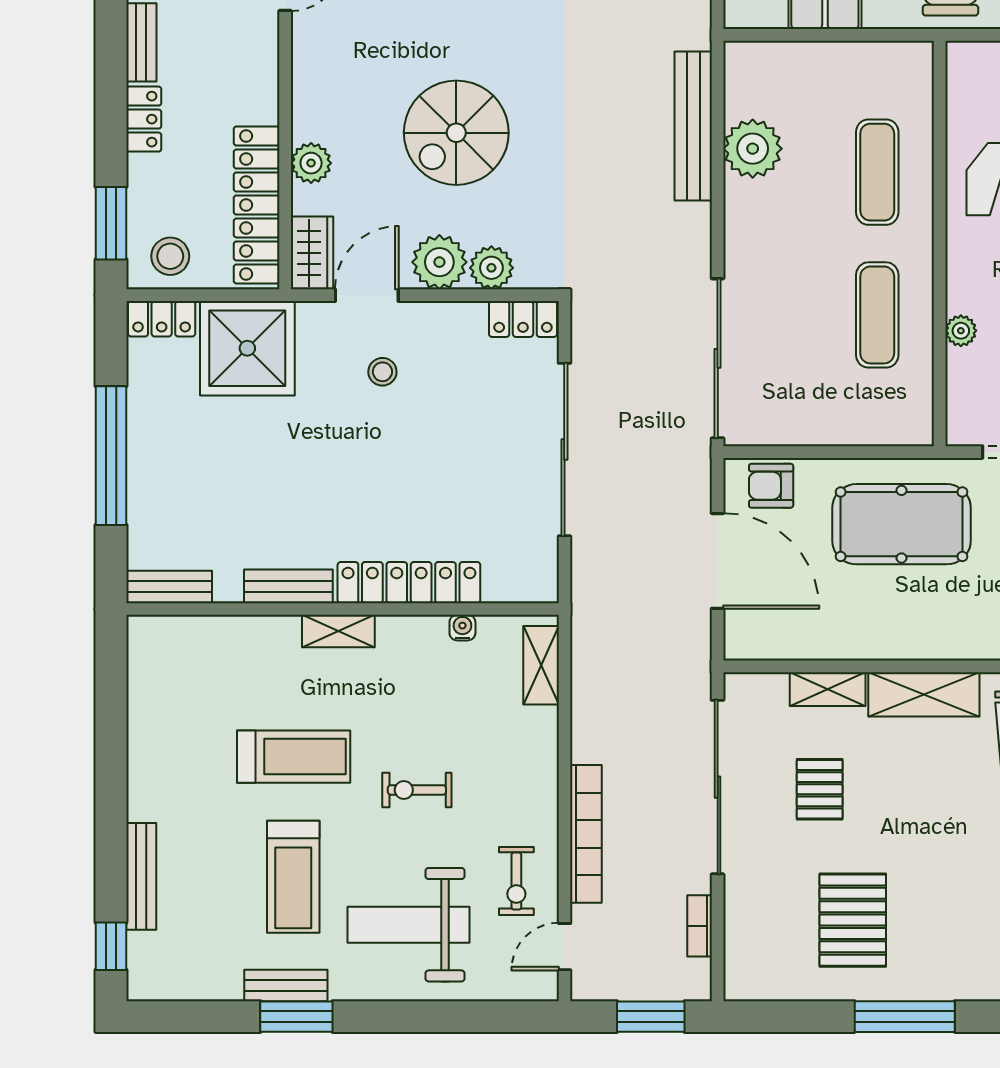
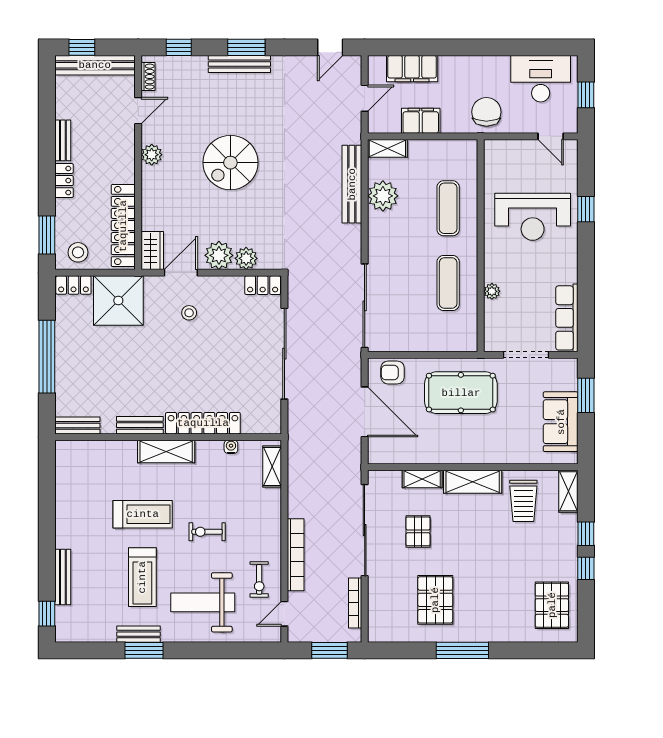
shelving: (761, 58) -> (387, 148), added
spiral stairs: (456, 133) -> (230, 163), moved
plant: (311, 163) -> (152, 155), moved
shelving: (338, 631) -> (166, 451), width x1.50, depth x1.33
bookcase: (700, 926) -> (355, 603), width x1.56

